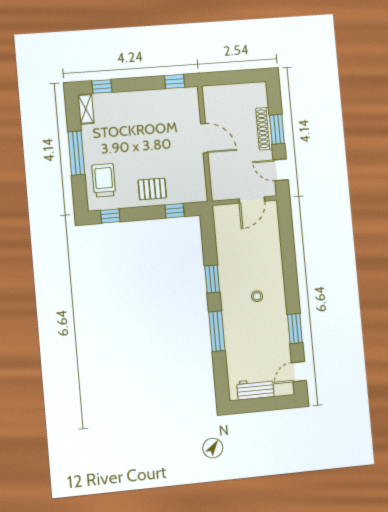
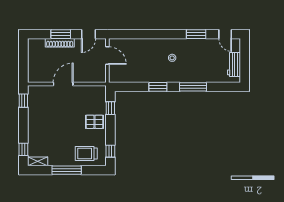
pallet: (152, 189) -> (94, 122), turned 90

